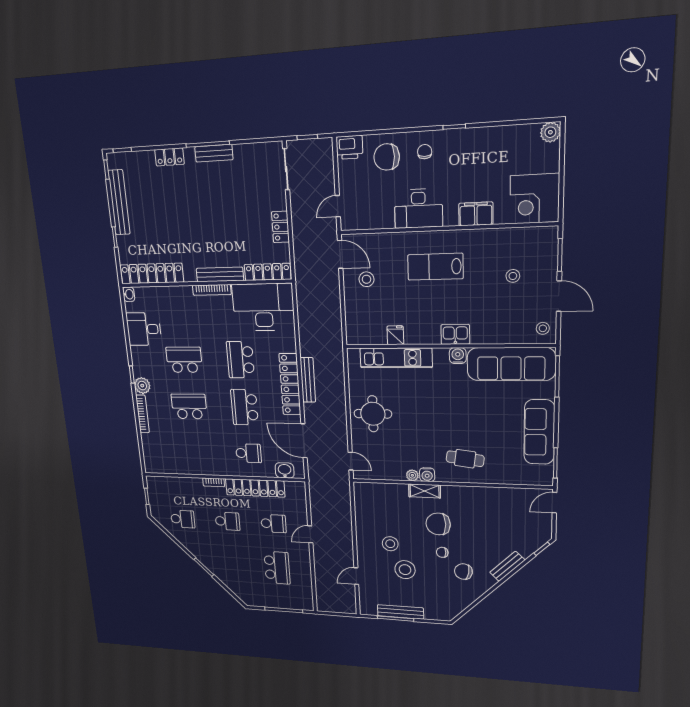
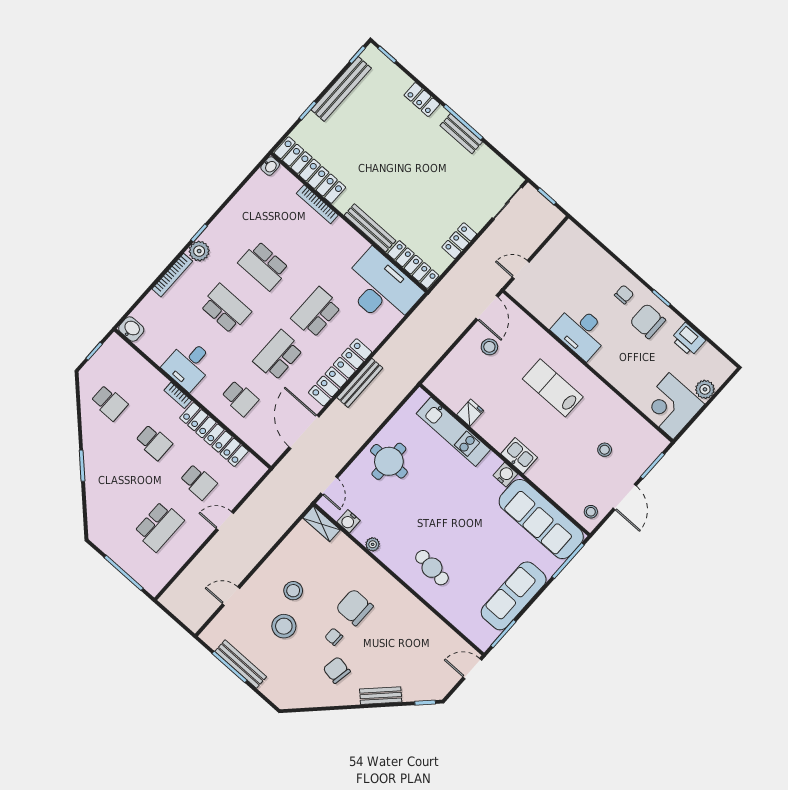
plant: (550, 132) -> (705, 389), moved
printer: (349, 147) -> (688, 340), moved
chair: (387, 157) -> (648, 321), moved
filing cabinet: (476, 214) -> (619, 377), removed
bookcase: (212, 290) -> (317, 204), moved
desk: (144, 329) -> (189, 365), moved, turned -90
school desk: (184, 360) -> (264, 266), turned 180
washbasin: (285, 470) -> (131, 329), moved
water cooler: (427, 475) -> (349, 521), moved
shelving: (425, 491) -> (321, 524), moved

